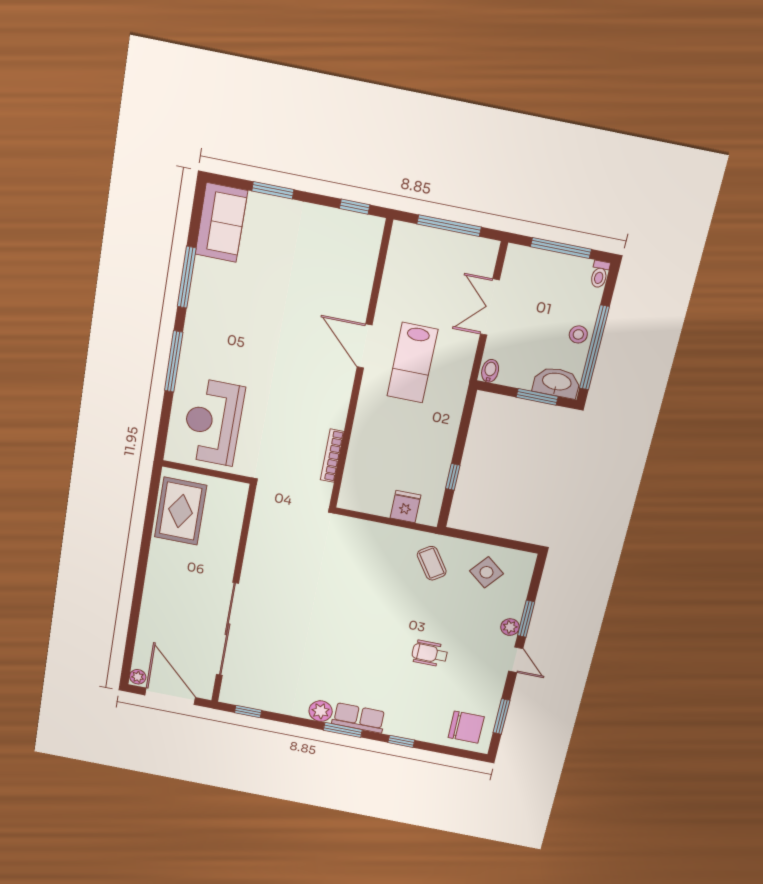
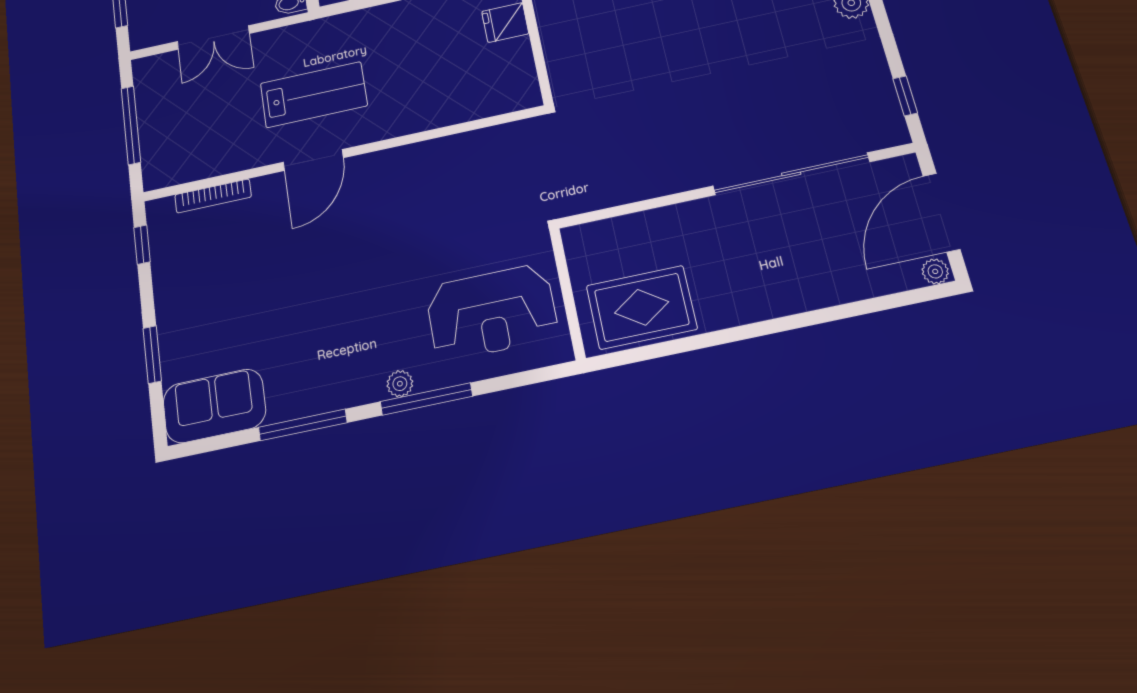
plant: (190, 349) -> (400, 384), added
bookcase: (332, 456) -> (213, 196), moved

